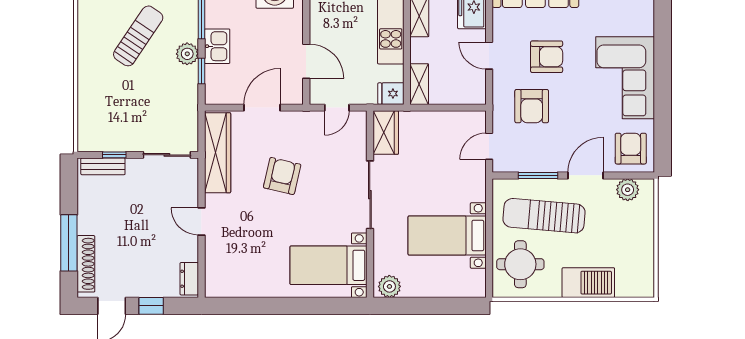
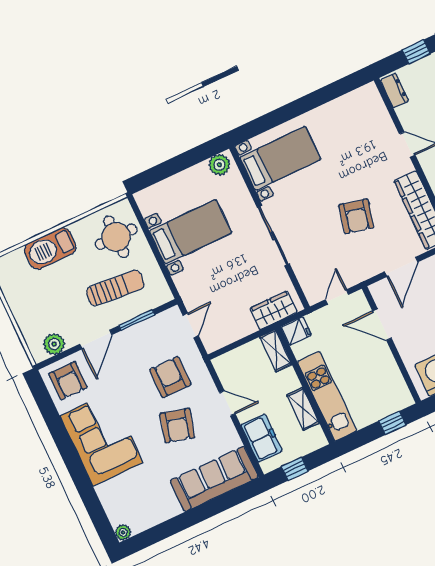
armchair: (547, 57) -> (177, 426), turned -75
wardrobe: (386, 133) -> (273, 310), moved, turned 90
sun lounger: (544, 216) -> (115, 288), width x0.73, depth x0.75

